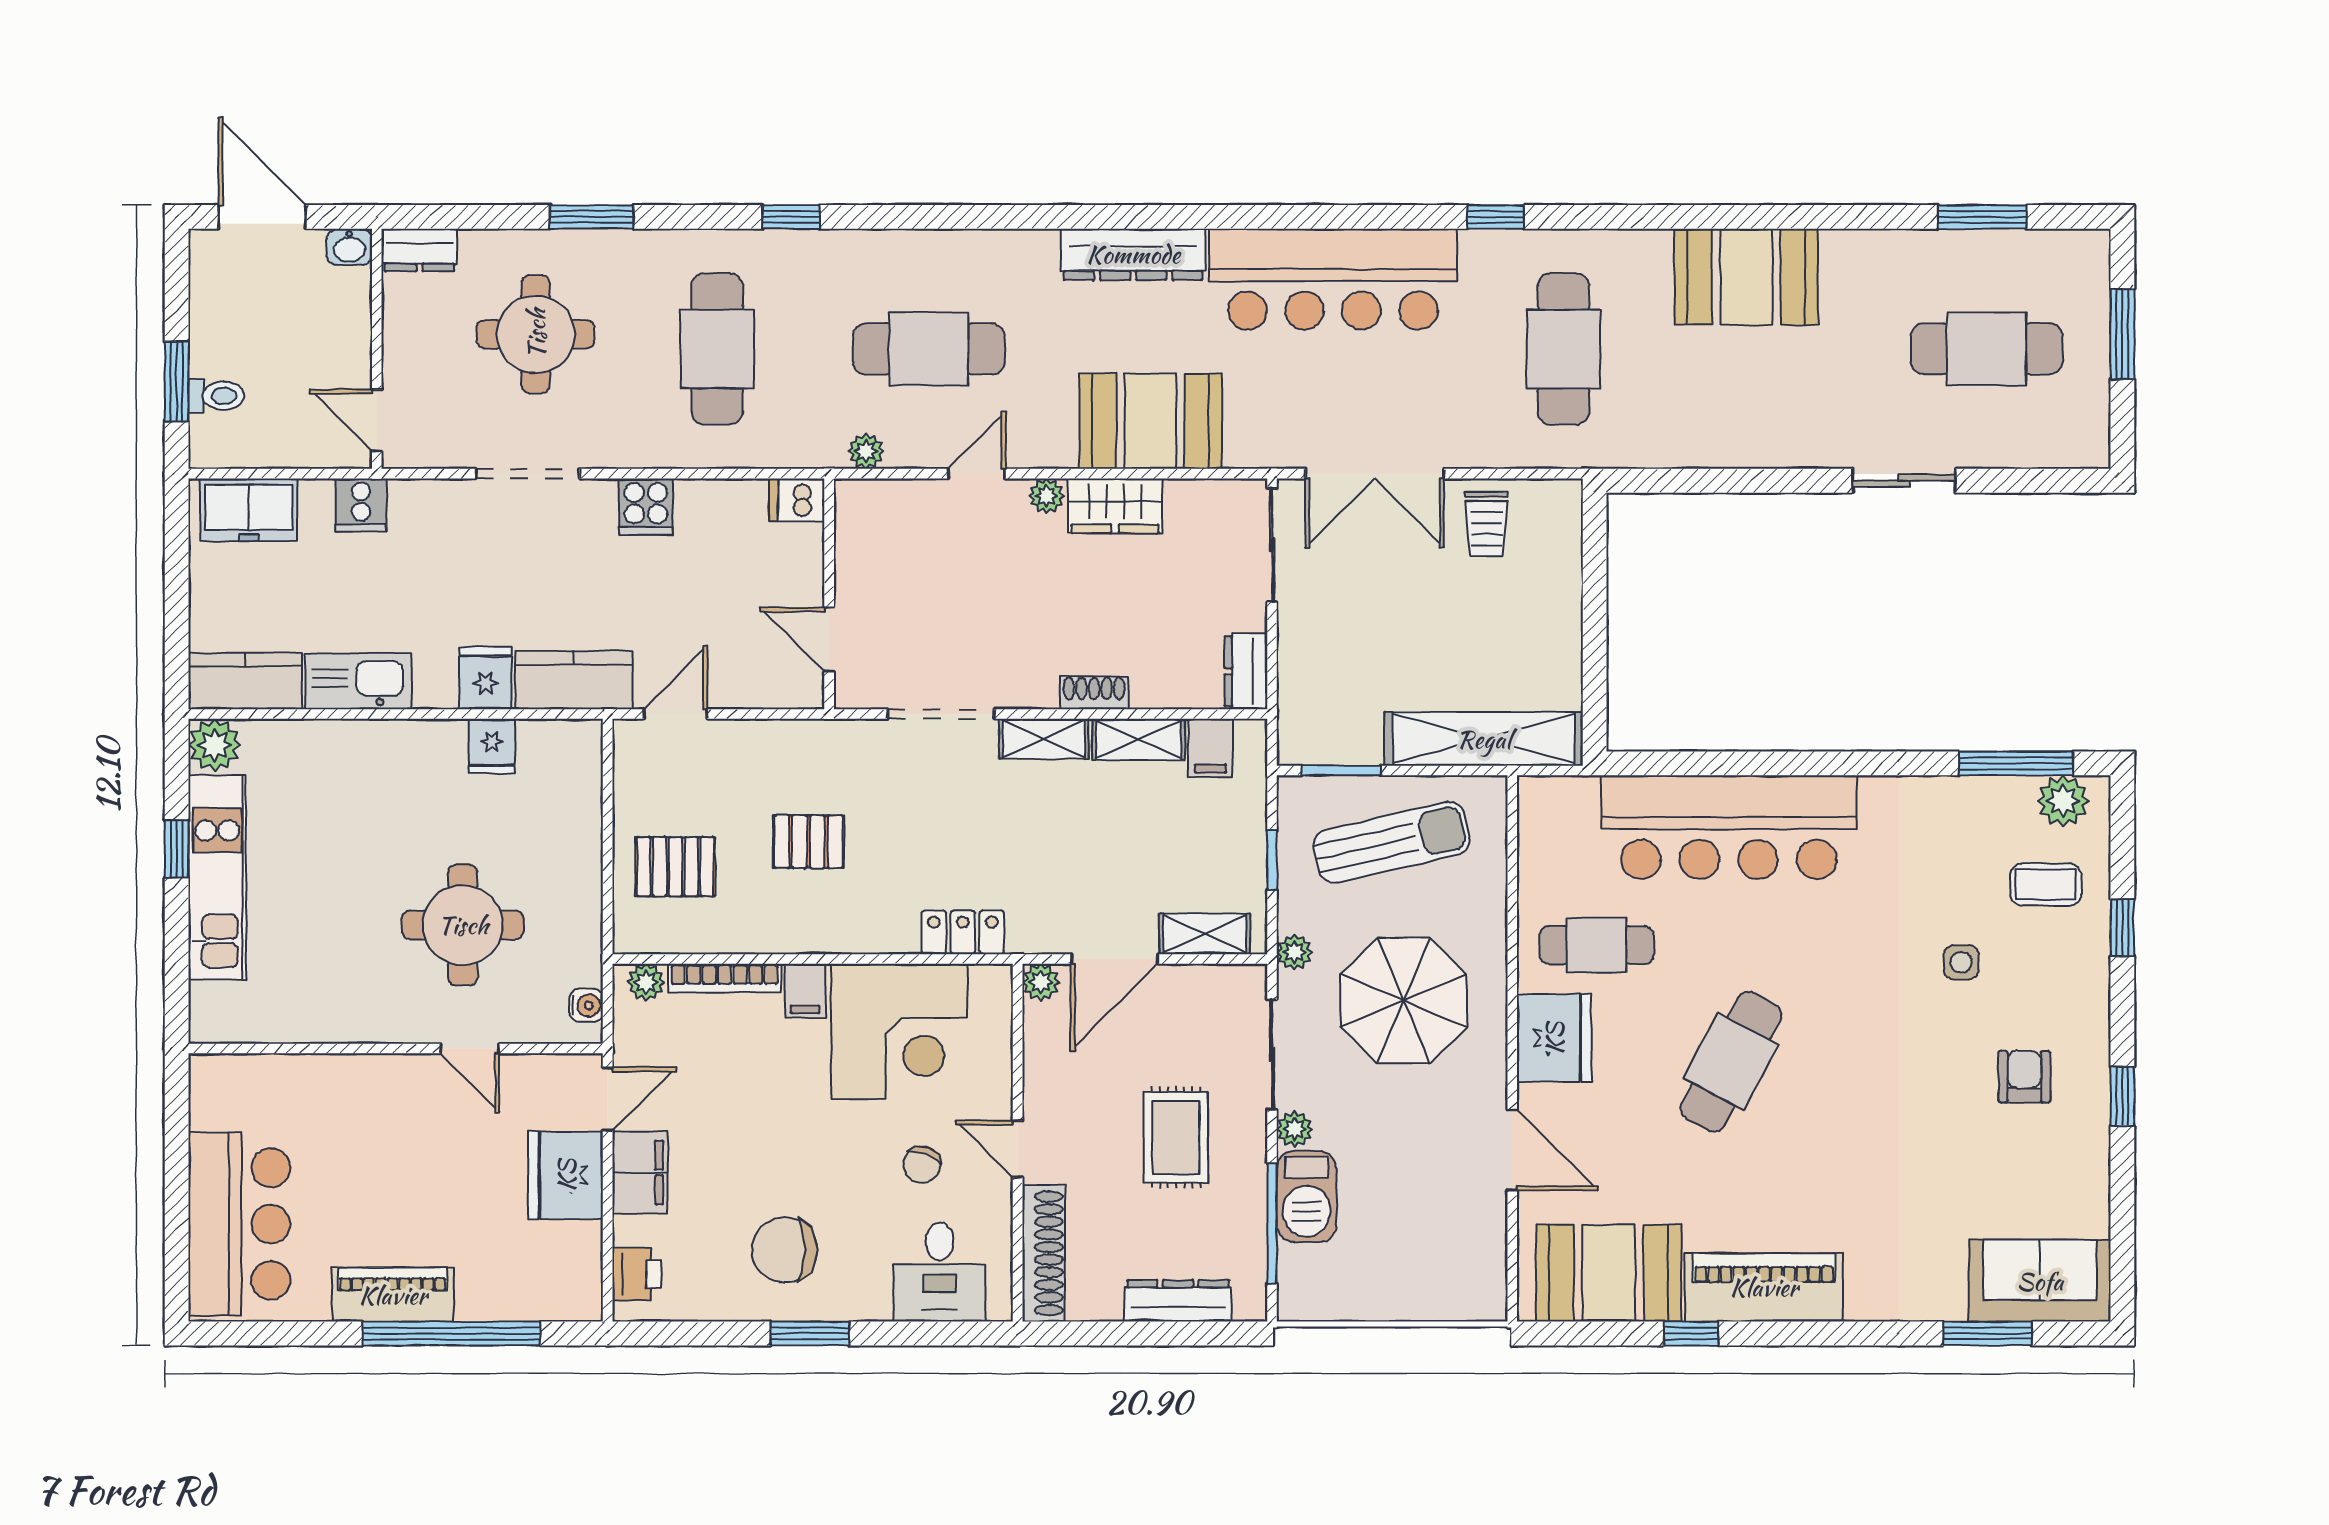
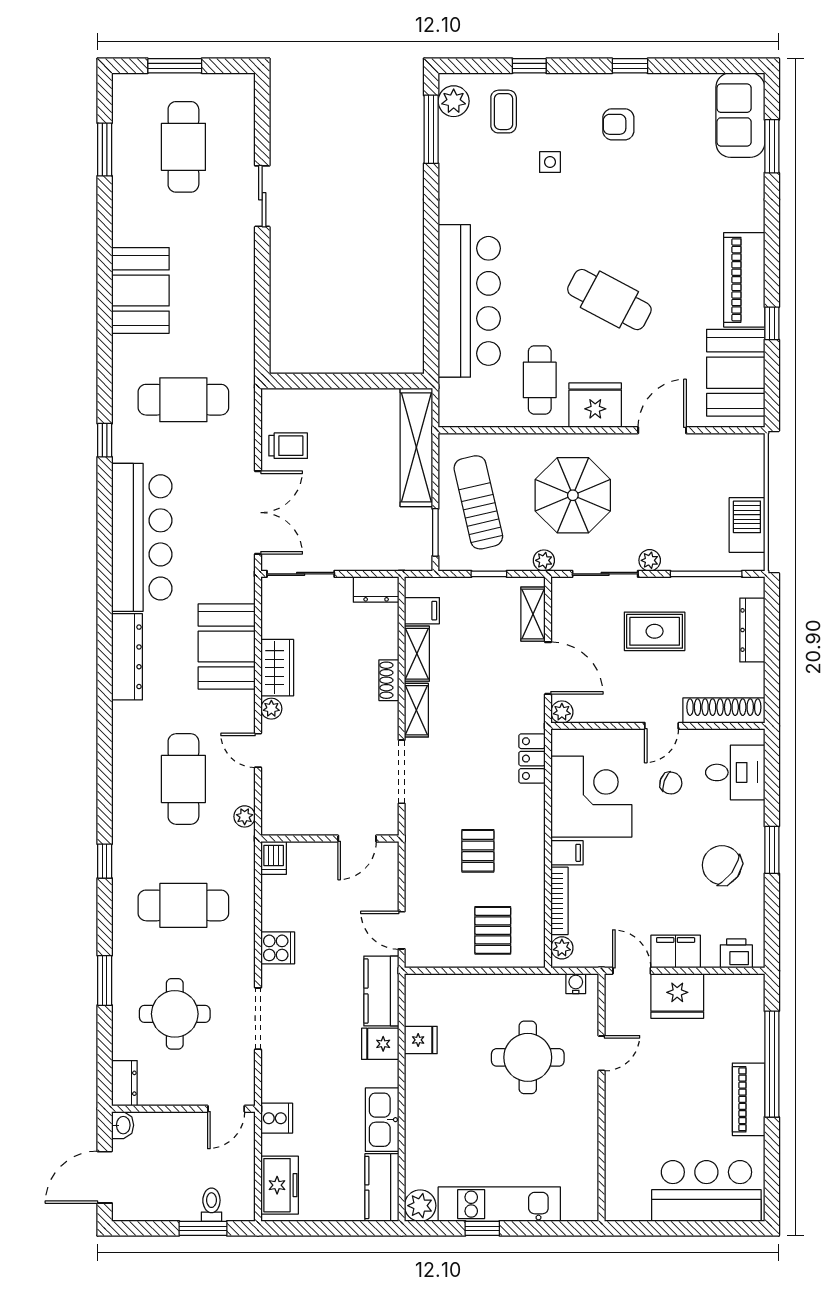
barbecue: (1306, 1196) -> (747, 525), moved, turned -90
chair: (784, 1250) -> (722, 865), turned 126

